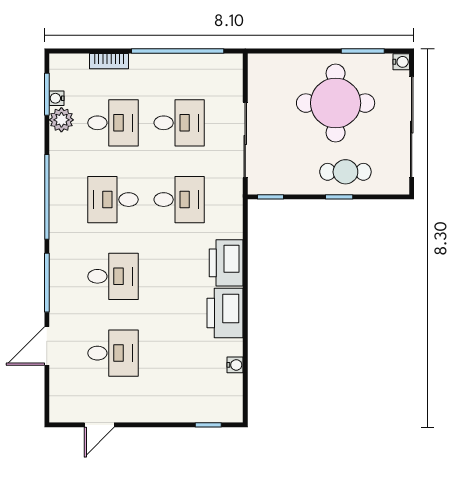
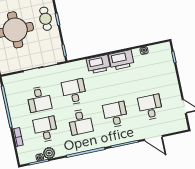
desk: (179, 123) -> (39, 99), turned 180

